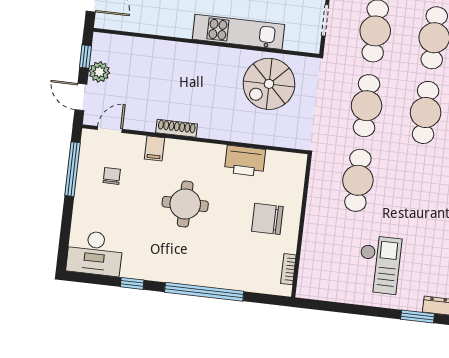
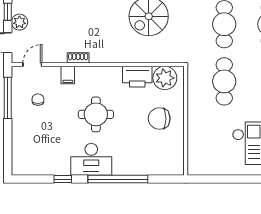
shoe rack: (177, 128) -> (78, 58), width x0.70
plant: (281, 167) -> (165, 78), added
desk: (95, 253) -> (91, 159), moved
bookcase: (288, 269) -> (179, 155), removed

